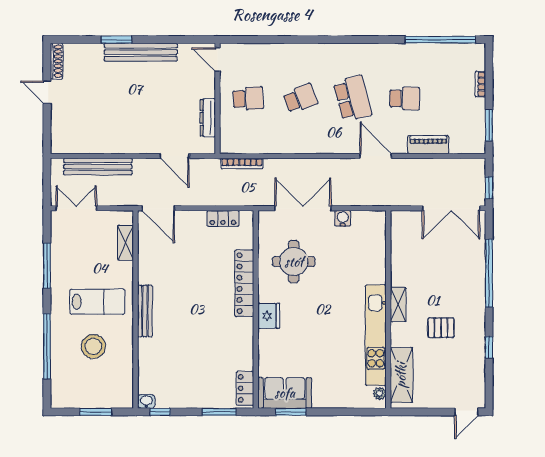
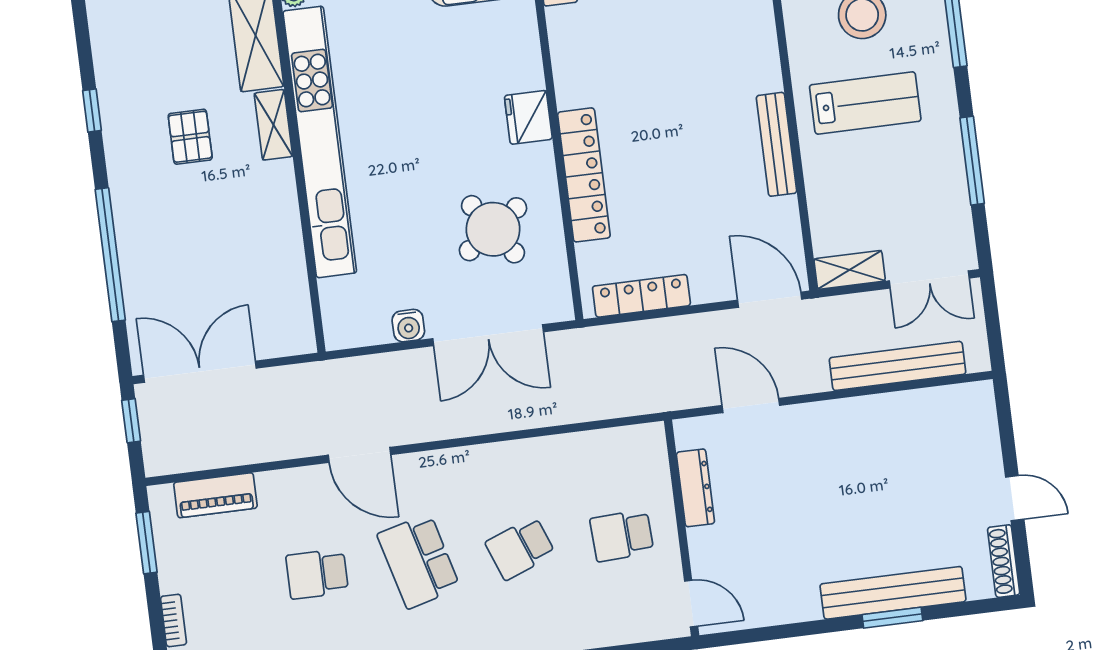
bench: (141, 52) -> (893, 593), moved
piano: (428, 145) -> (215, 495), moved
bookcase: (242, 163) -> (618, 407), removed
locker: (223, 218) -> (641, 296), width x1.53
shelving: (126, 243) -> (850, 270), moved, turned 90
round table: (294, 262) -> (493, 229), turned -35
lab bench: (97, 302) -> (865, 103), turned 180
shelving: (398, 304) -> (273, 125), moved
bench: (145, 311) -> (777, 144), moved
pallet: (441, 328) -> (190, 137), turned 90
kitchen unit: (376, 335) -> (320, 142), width x1.36

